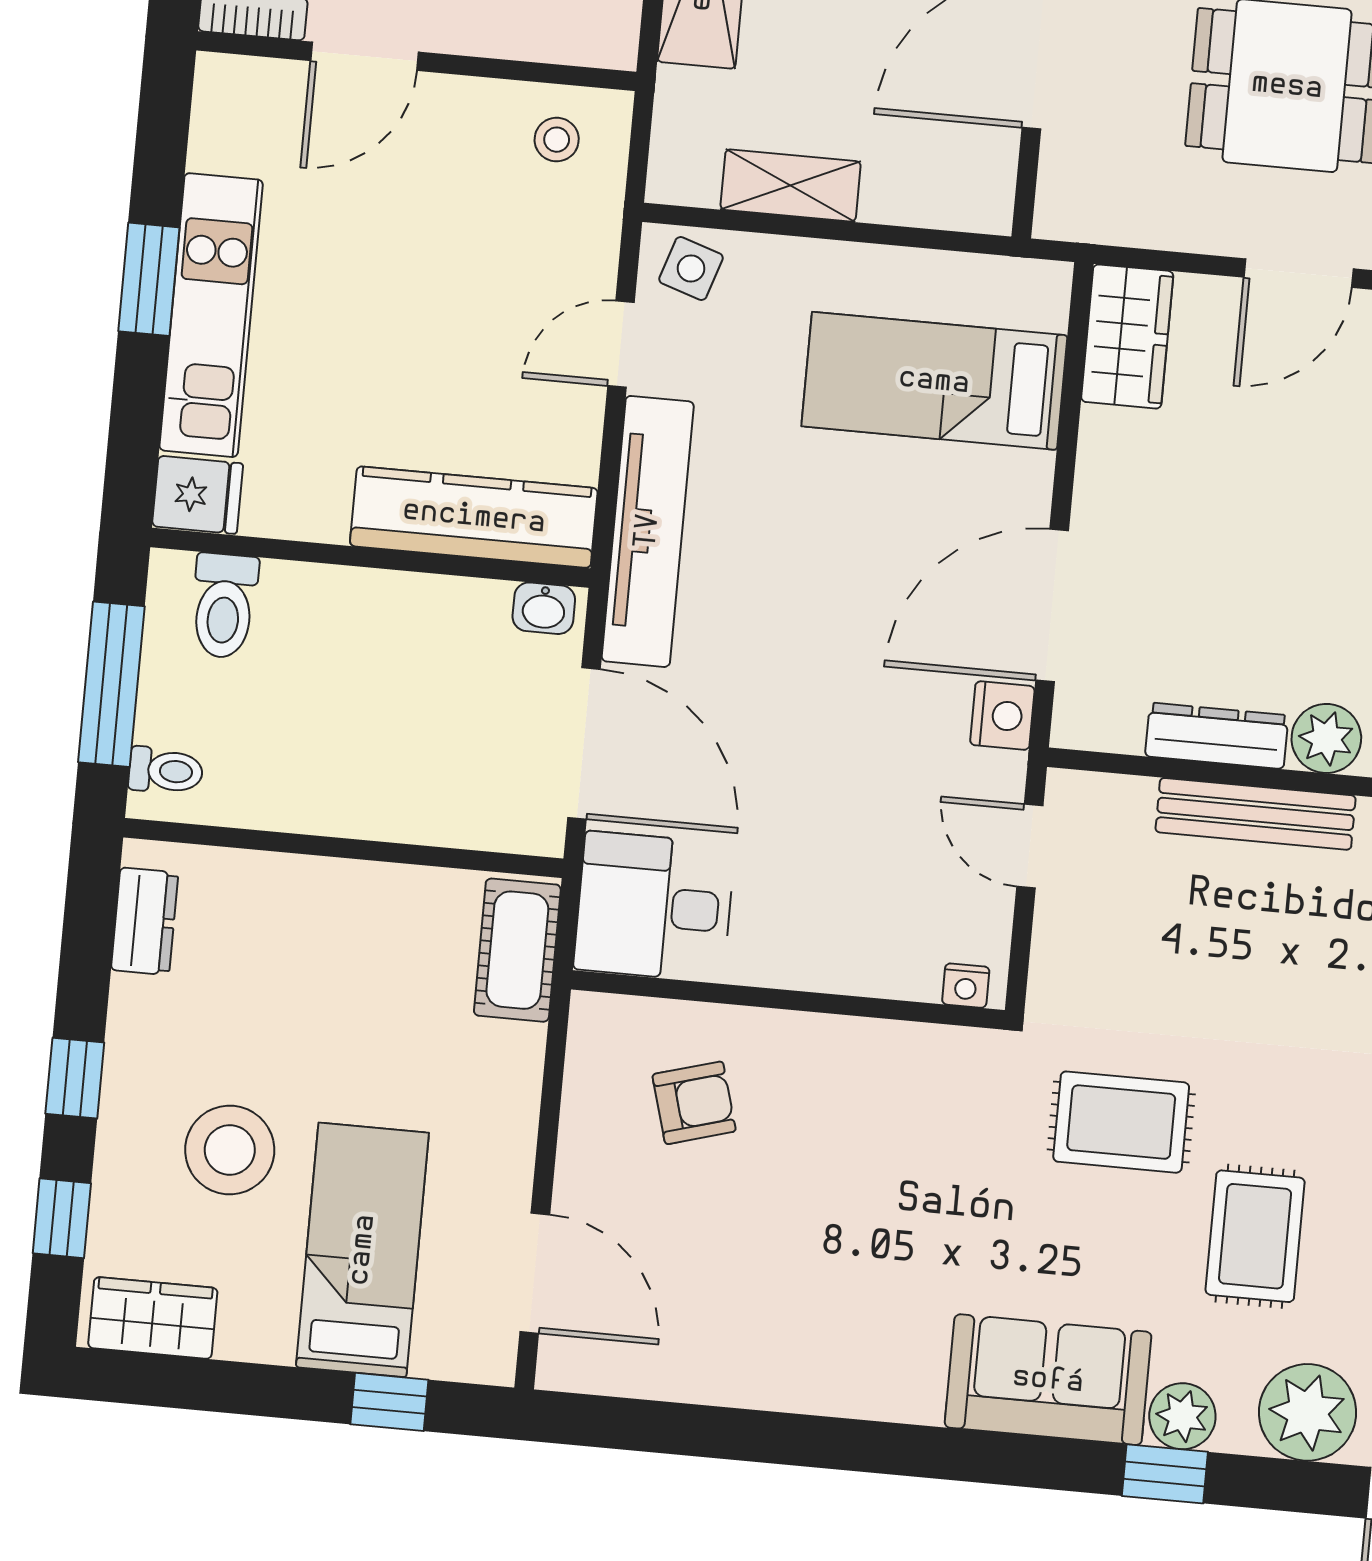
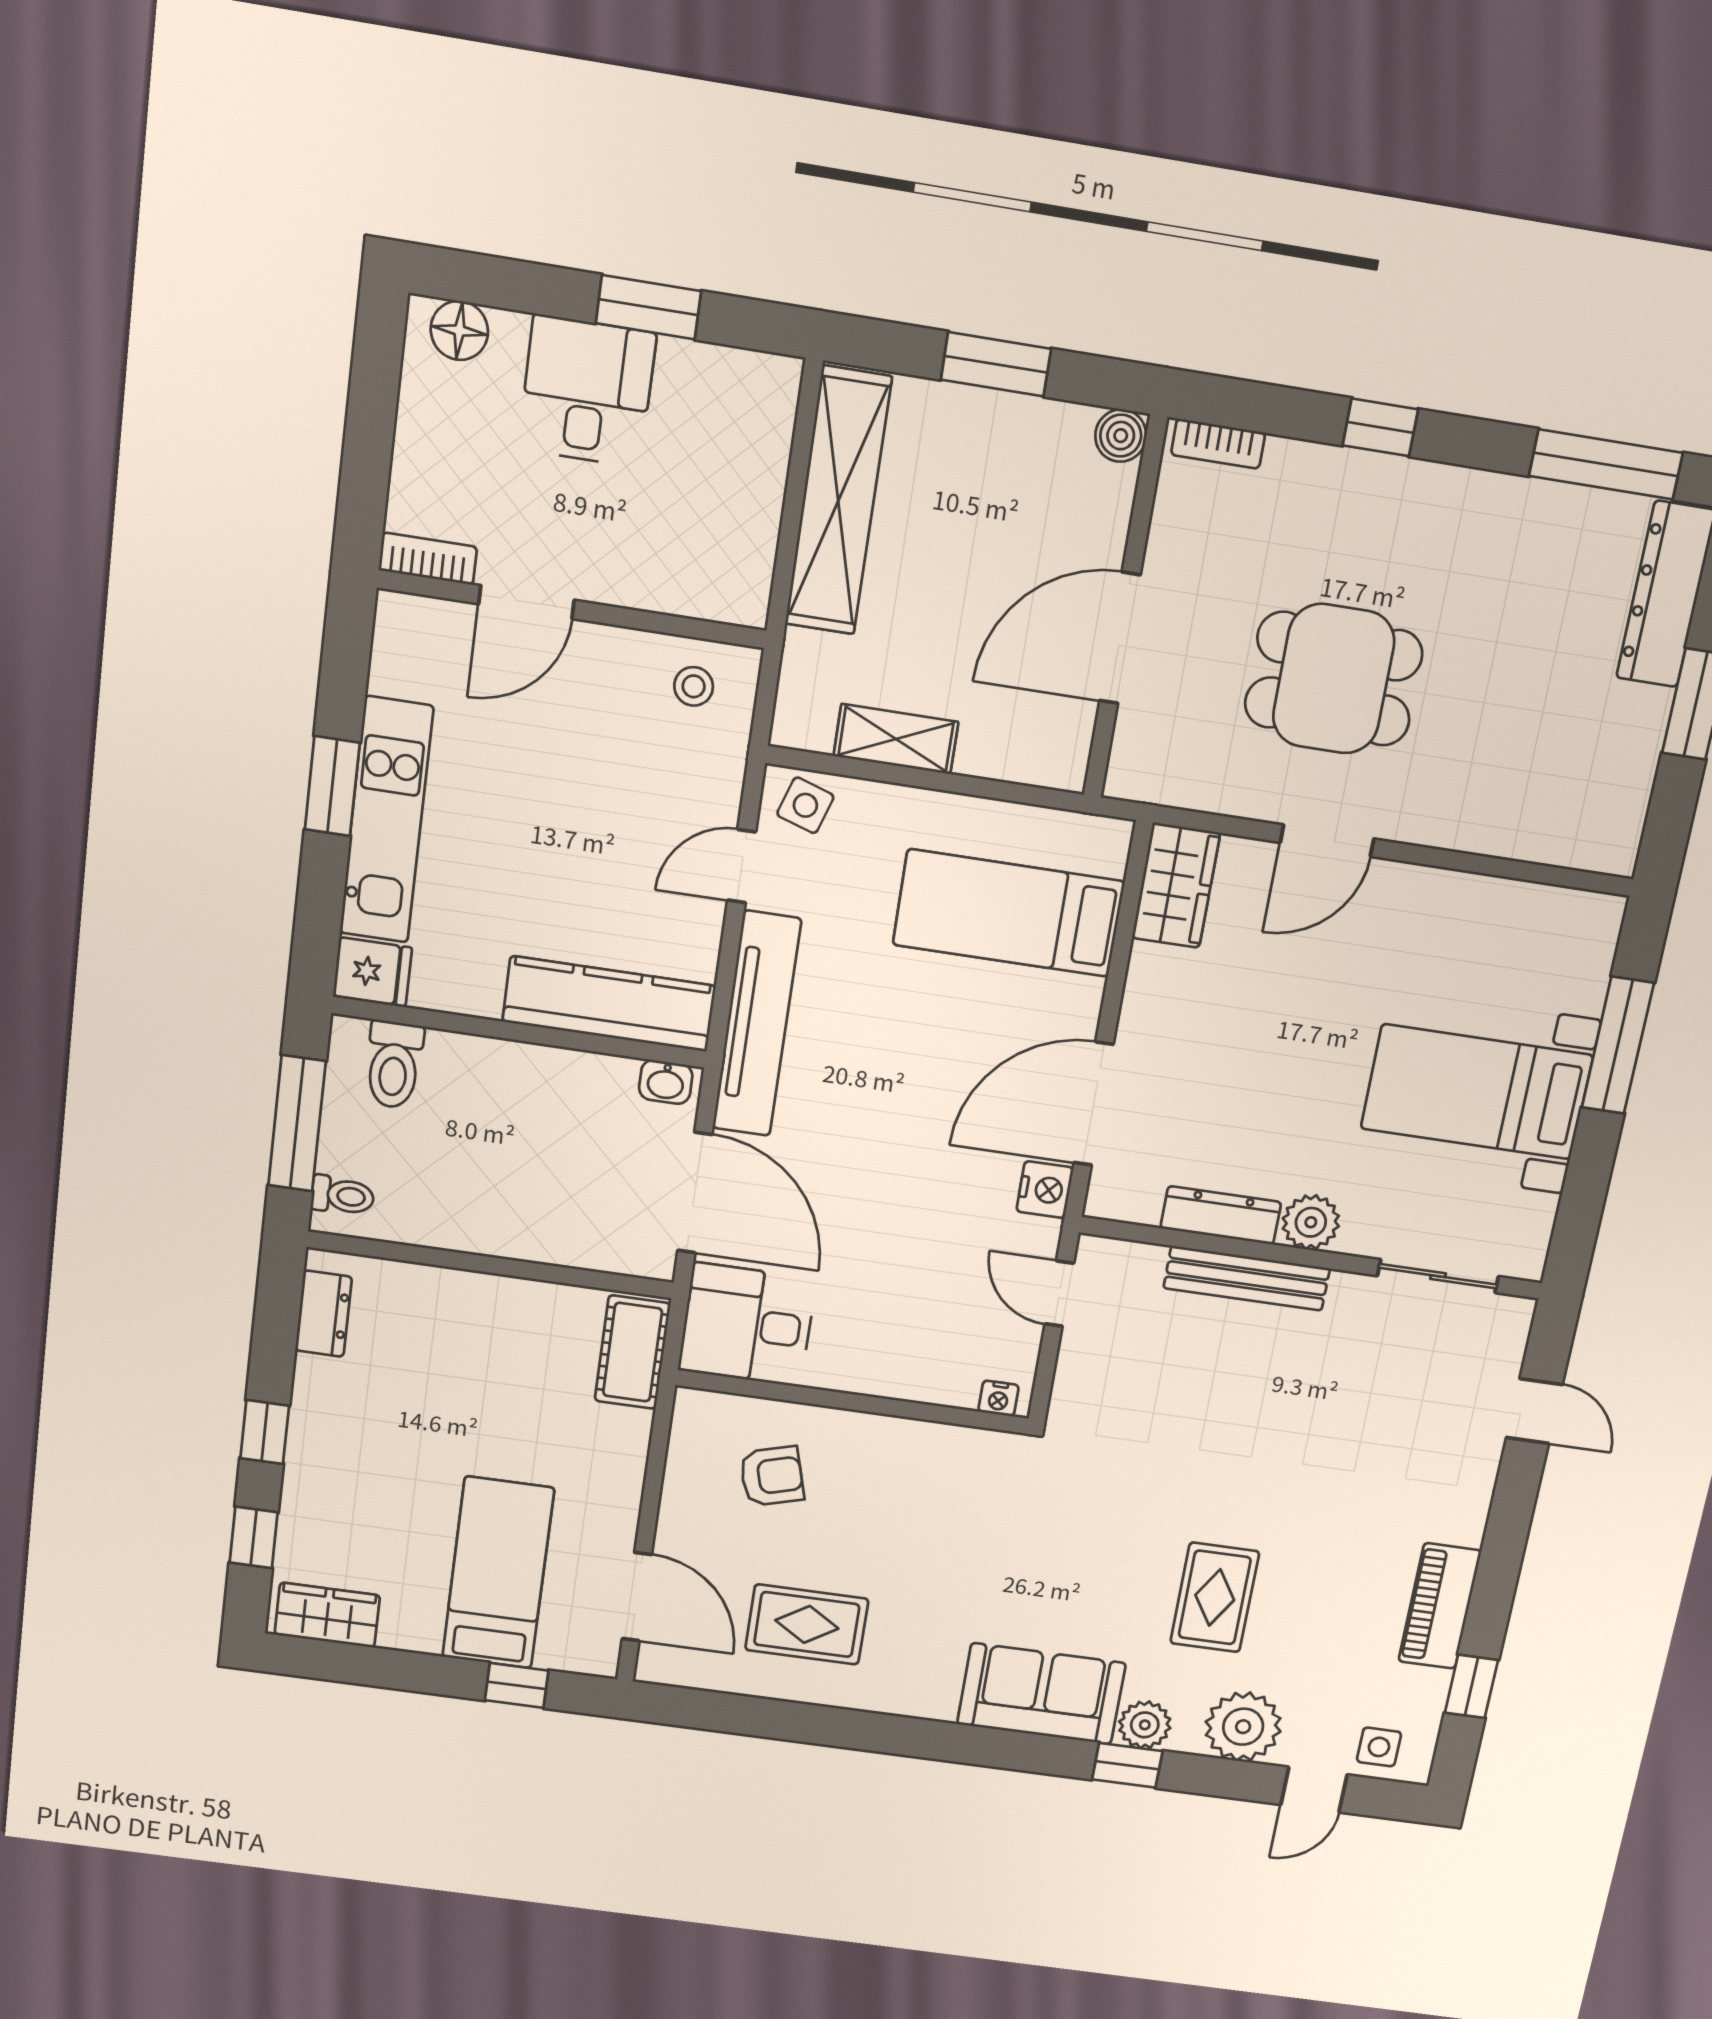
rug: (1121, 1122) -> (807, 1624), moved
stool: (230, 1150) -> (392, 1493), removed

